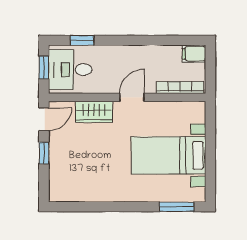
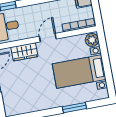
plant: (196, 113) -> (92, 40), added
window: (177, 207) -> (74, 108), moved

